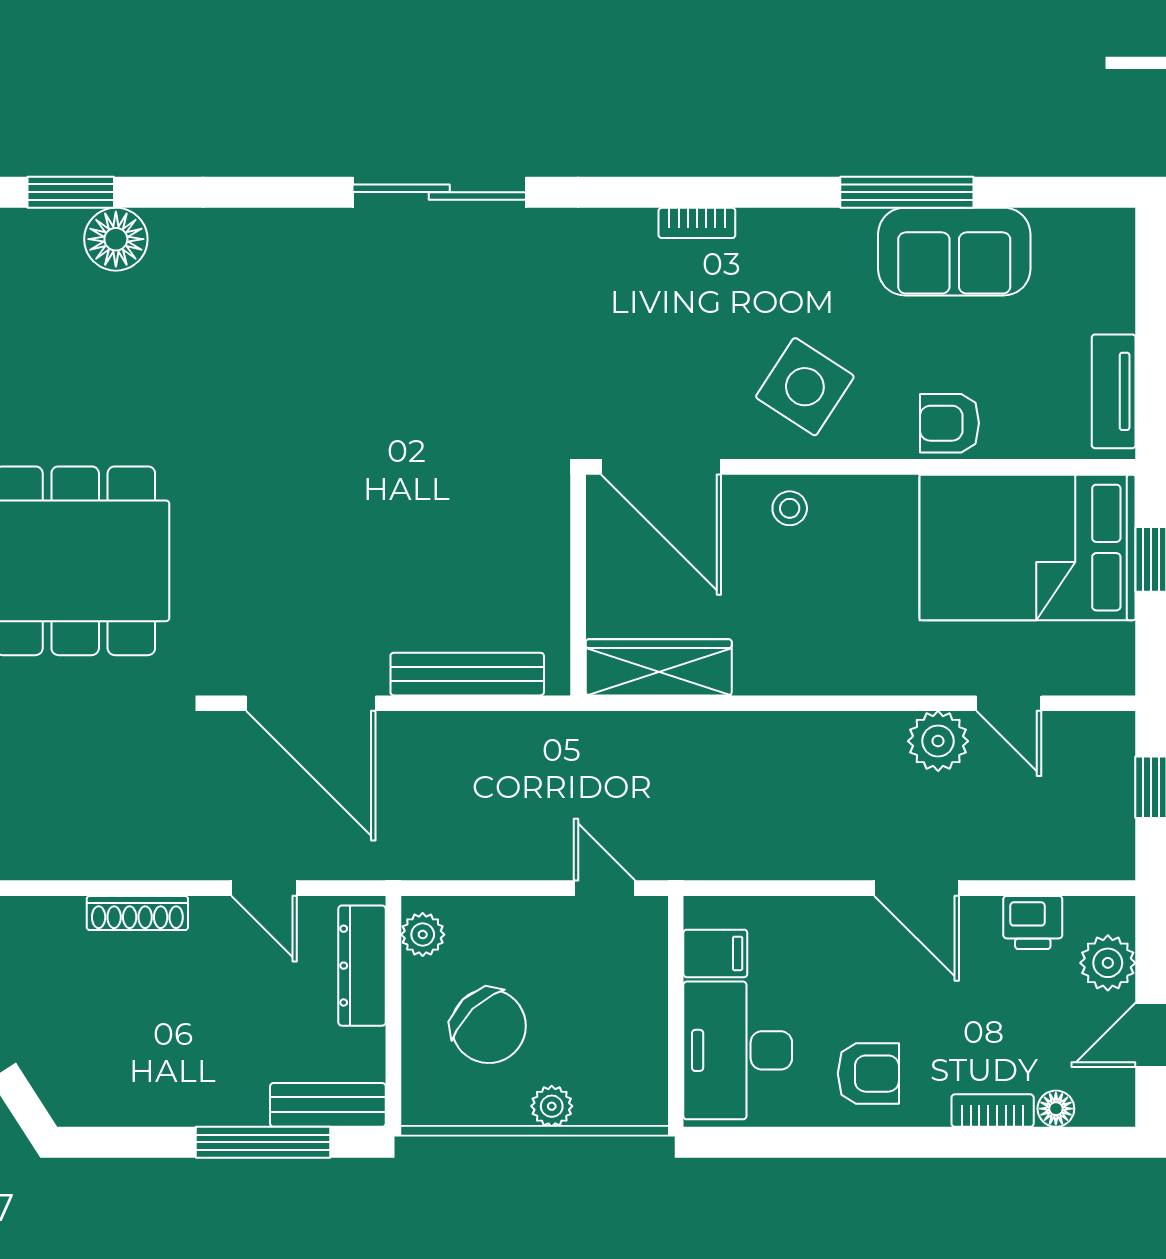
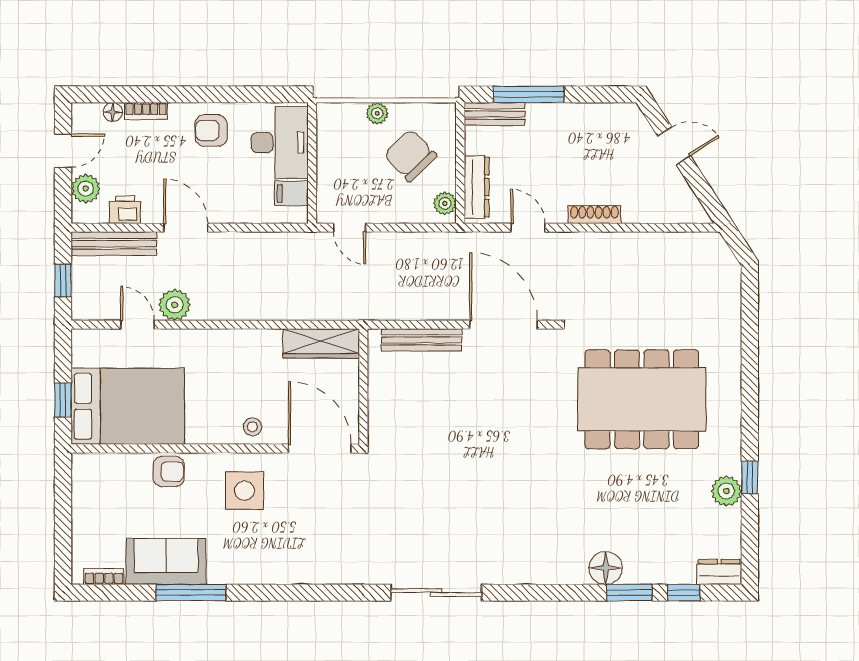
bookcase: (697, 223) -> (104, 576), moved
side table: (805, 387) -> (244, 491), turned -33
tv unit: (1114, 391) -> (83, 488), removed
bench: (1054, 858) -> (114, 244), added

